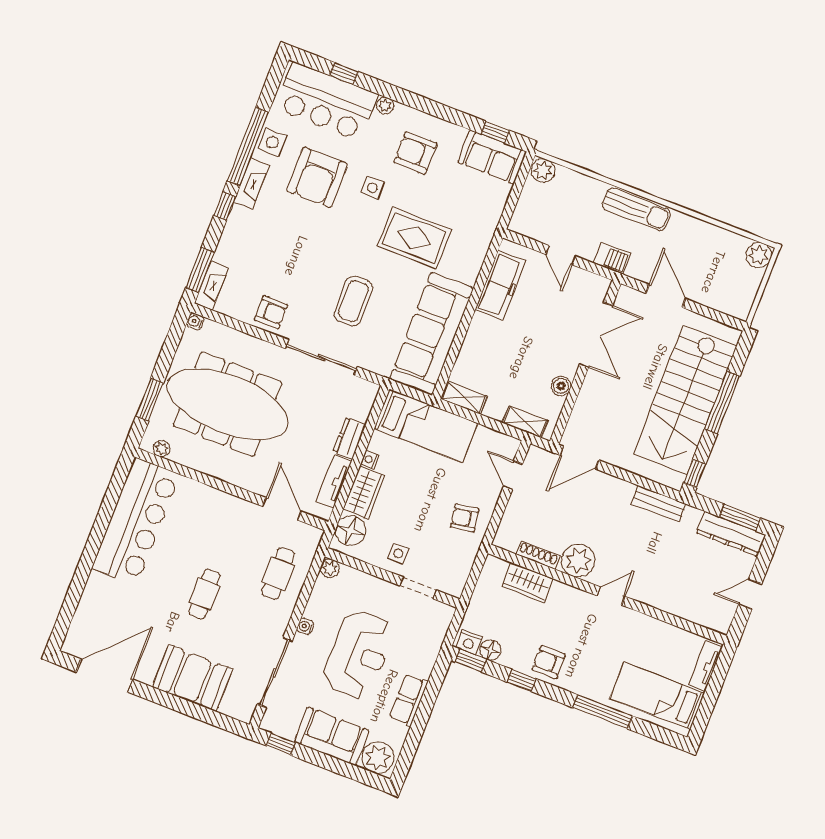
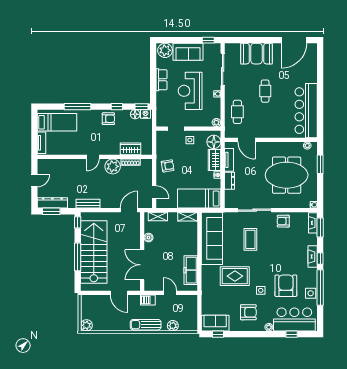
plant: (543, 171) -> (173, 326), moved
fireplace: (251, 184) -> (313, 257), moved
meeting table: (228, 404) -> (287, 175), width x0.73

